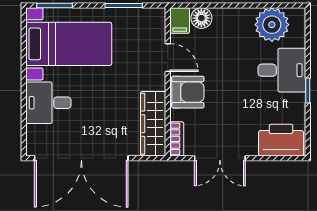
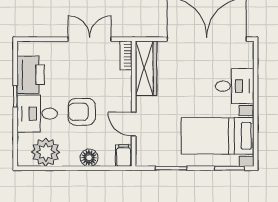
floor lamp: (201, 18) -> (89, 158), moved
armchair: (188, 92) -> (82, 112), moved
printer: (281, 140) -> (31, 75), moved, turned -90

